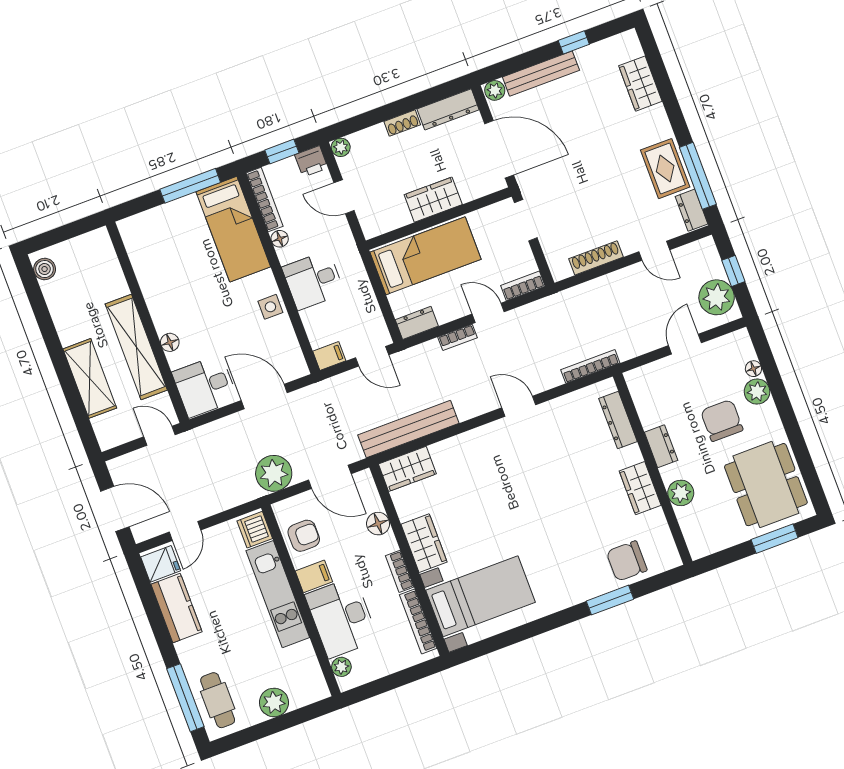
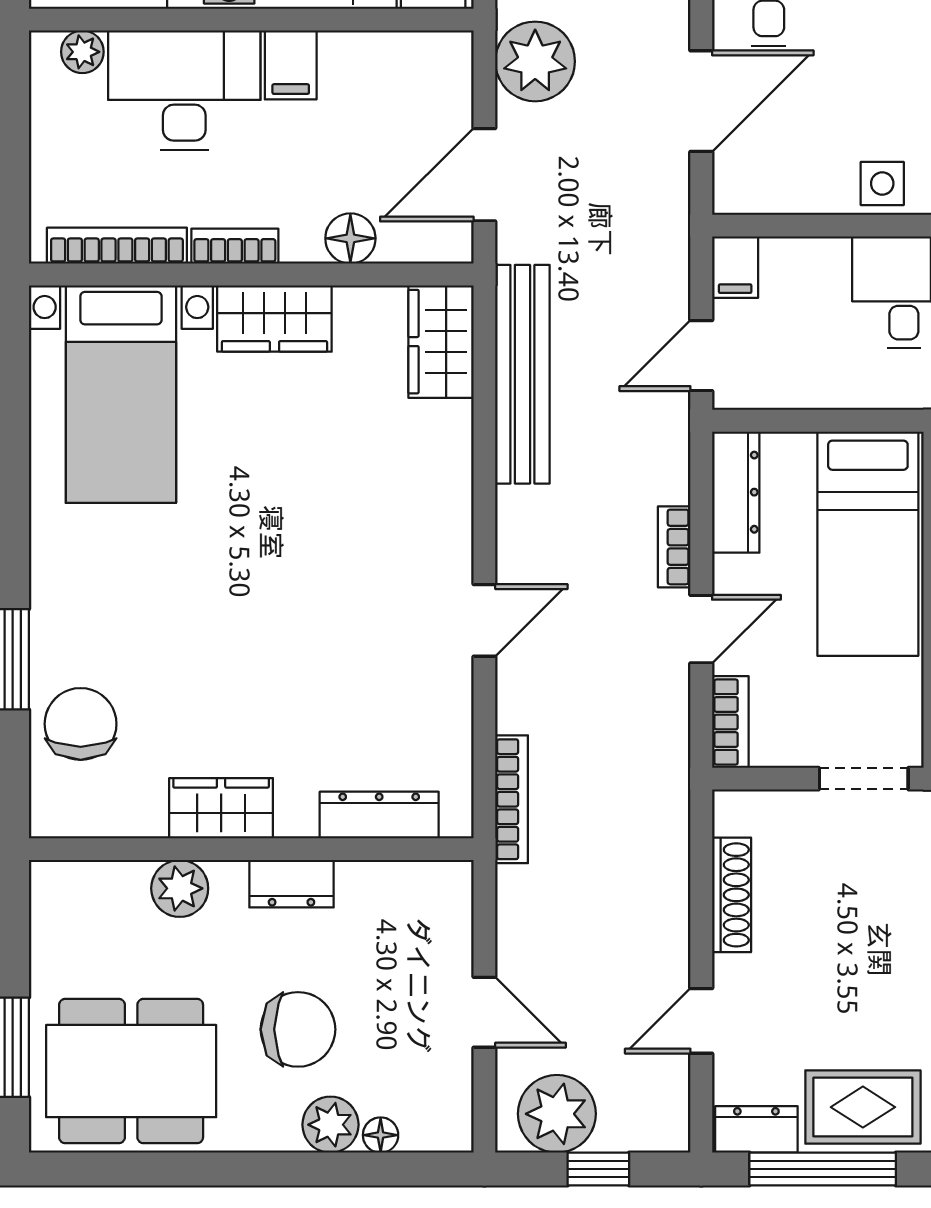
dresser: (417, 323) -> (736, 492), width x1.44
armchair: (304, 536) -> (383, 75), removed

